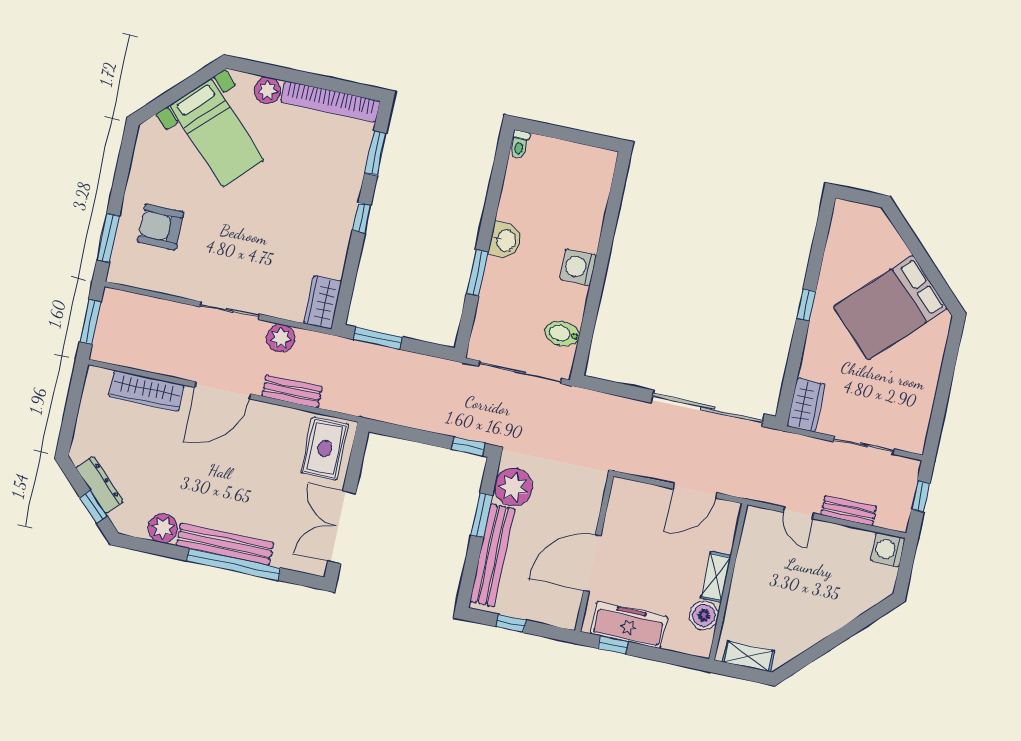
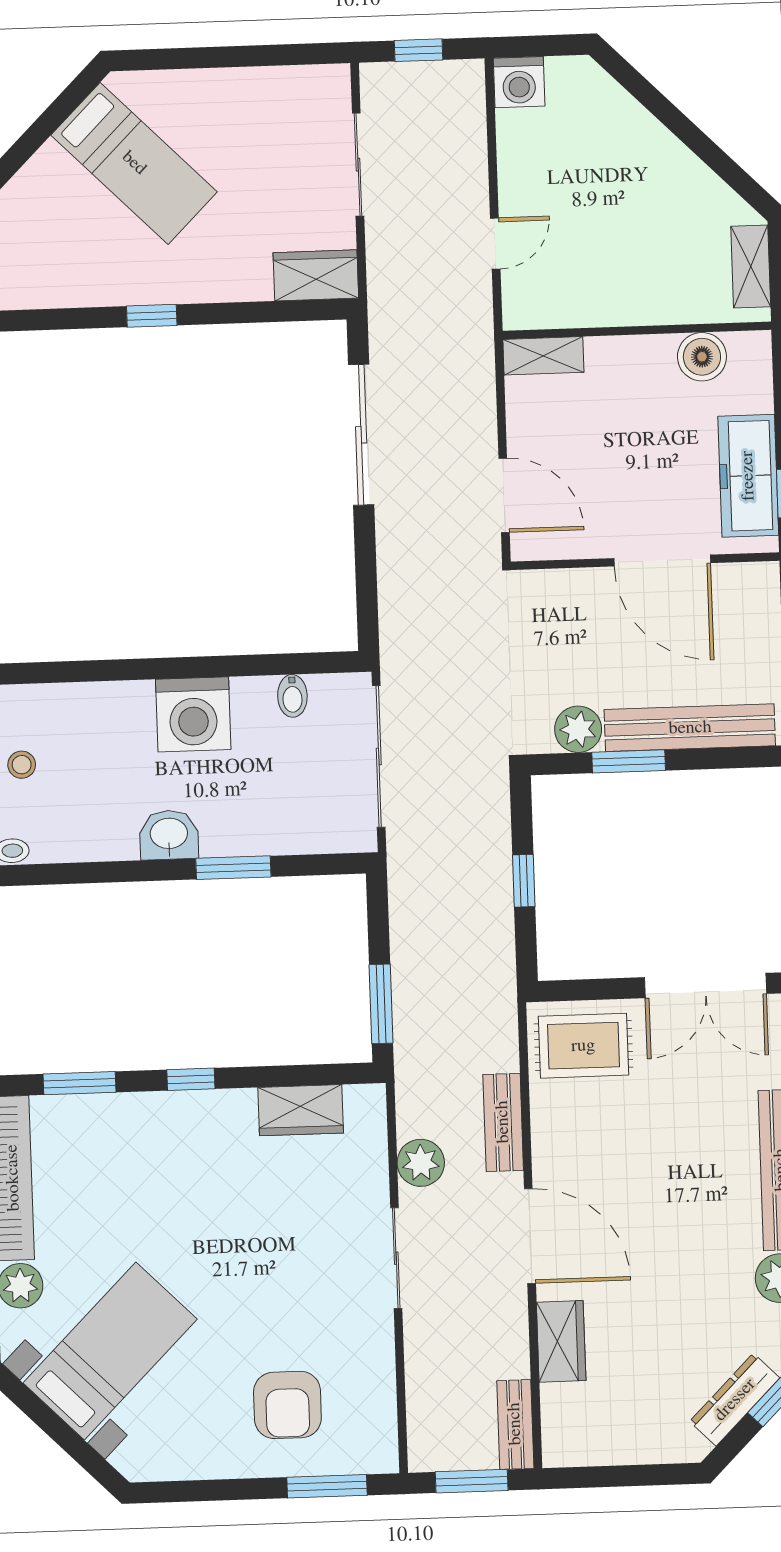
stool: (567, 166) -> (22, 765), added
washing machine: (578, 267) -> (193, 714), width x1.37, depth x1.37
wardrobe: (323, 302) -> (301, 1110), moved
bed: (890, 308) -> (134, 163), width x0.67
bidet: (562, 334) -> (292, 696), width x0.72, depth x0.74
wardrobe: (146, 391) -> (561, 1341), width x0.67
sliding door: (708, 408) -> (361, 435), width x0.73
window: (468, 446) -> (524, 881), moved
plant: (513, 487) -> (578, 729), width x0.73, depth x0.73
door: (695, 491) -> (504, 495), moved
bench: (849, 511) -> (515, 1424), moved
shelving: (716, 577) -> (543, 356), moved

